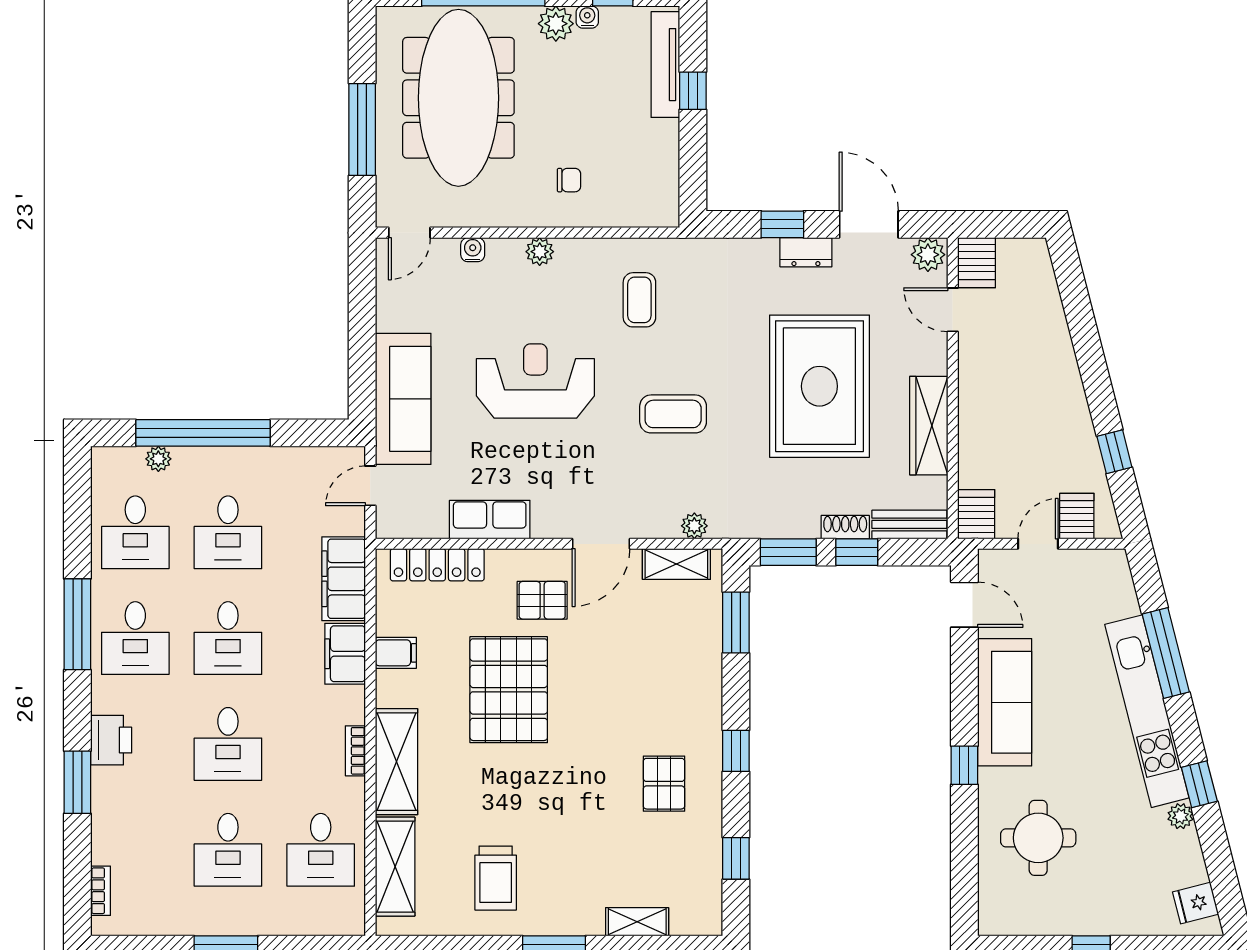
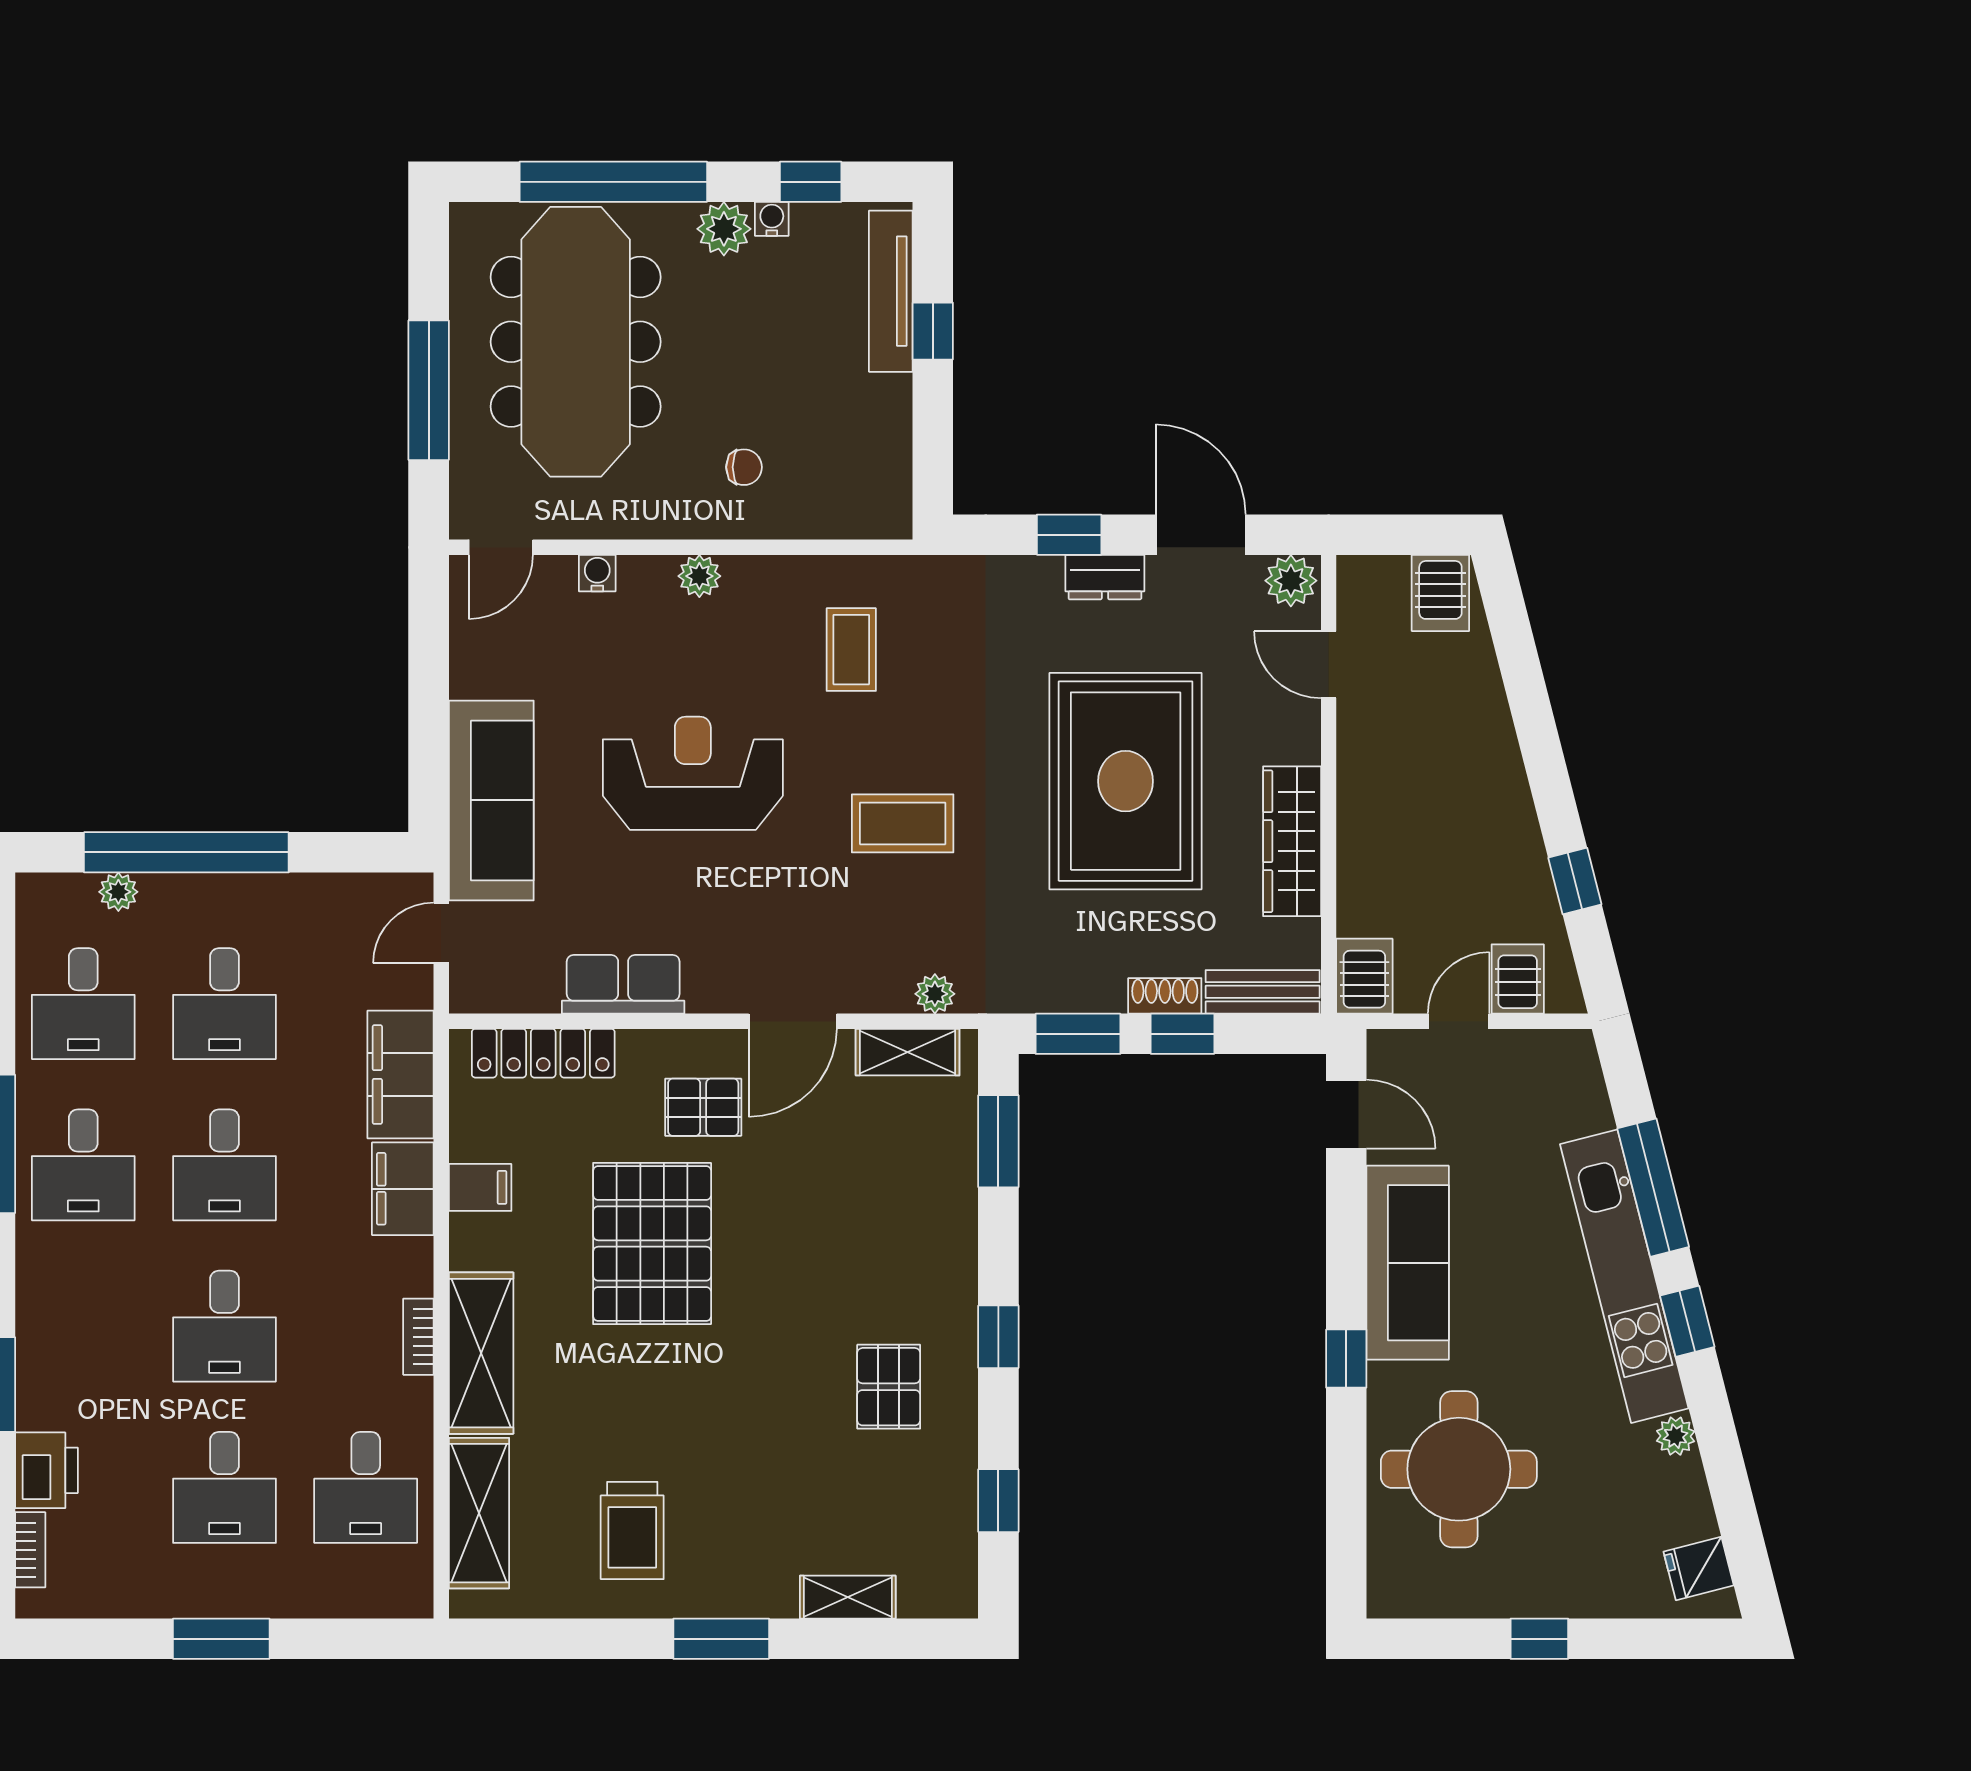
server rack: (977, 263) -> (1440, 593), moved
printer: (111, 740) -> (47, 1470), moved
window: (1199, 784) -> (1687, 1321), moved
round table: (1038, 838) -> (1459, 1469), width x1.36, depth x1.36

